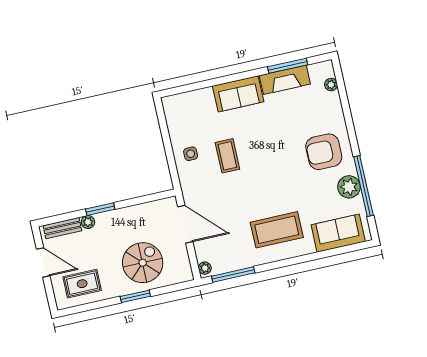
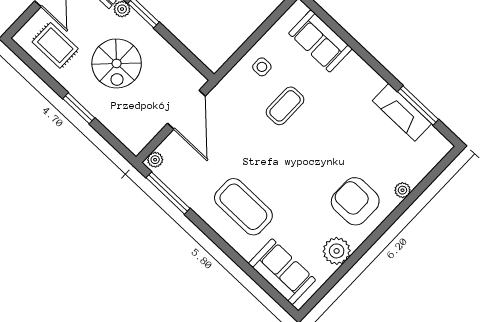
plant: (331, 85) -> (402, 190), moved
sofa: (238, 94) -> (320, 41), moved
window: (363, 186) -> (347, 265), removed
spiral stairs: (143, 263) -> (117, 63), moved, turned 90

